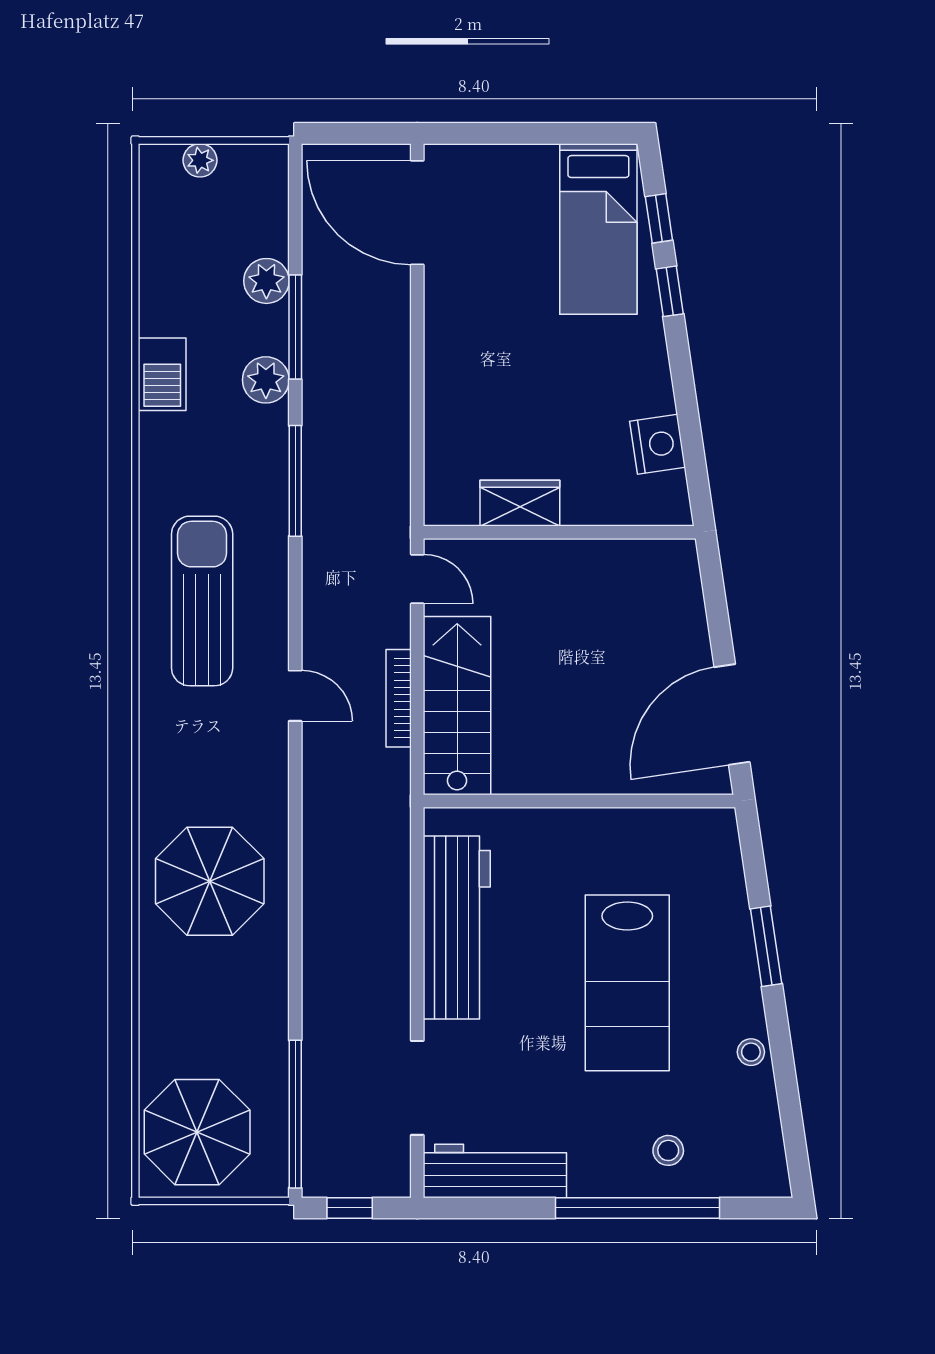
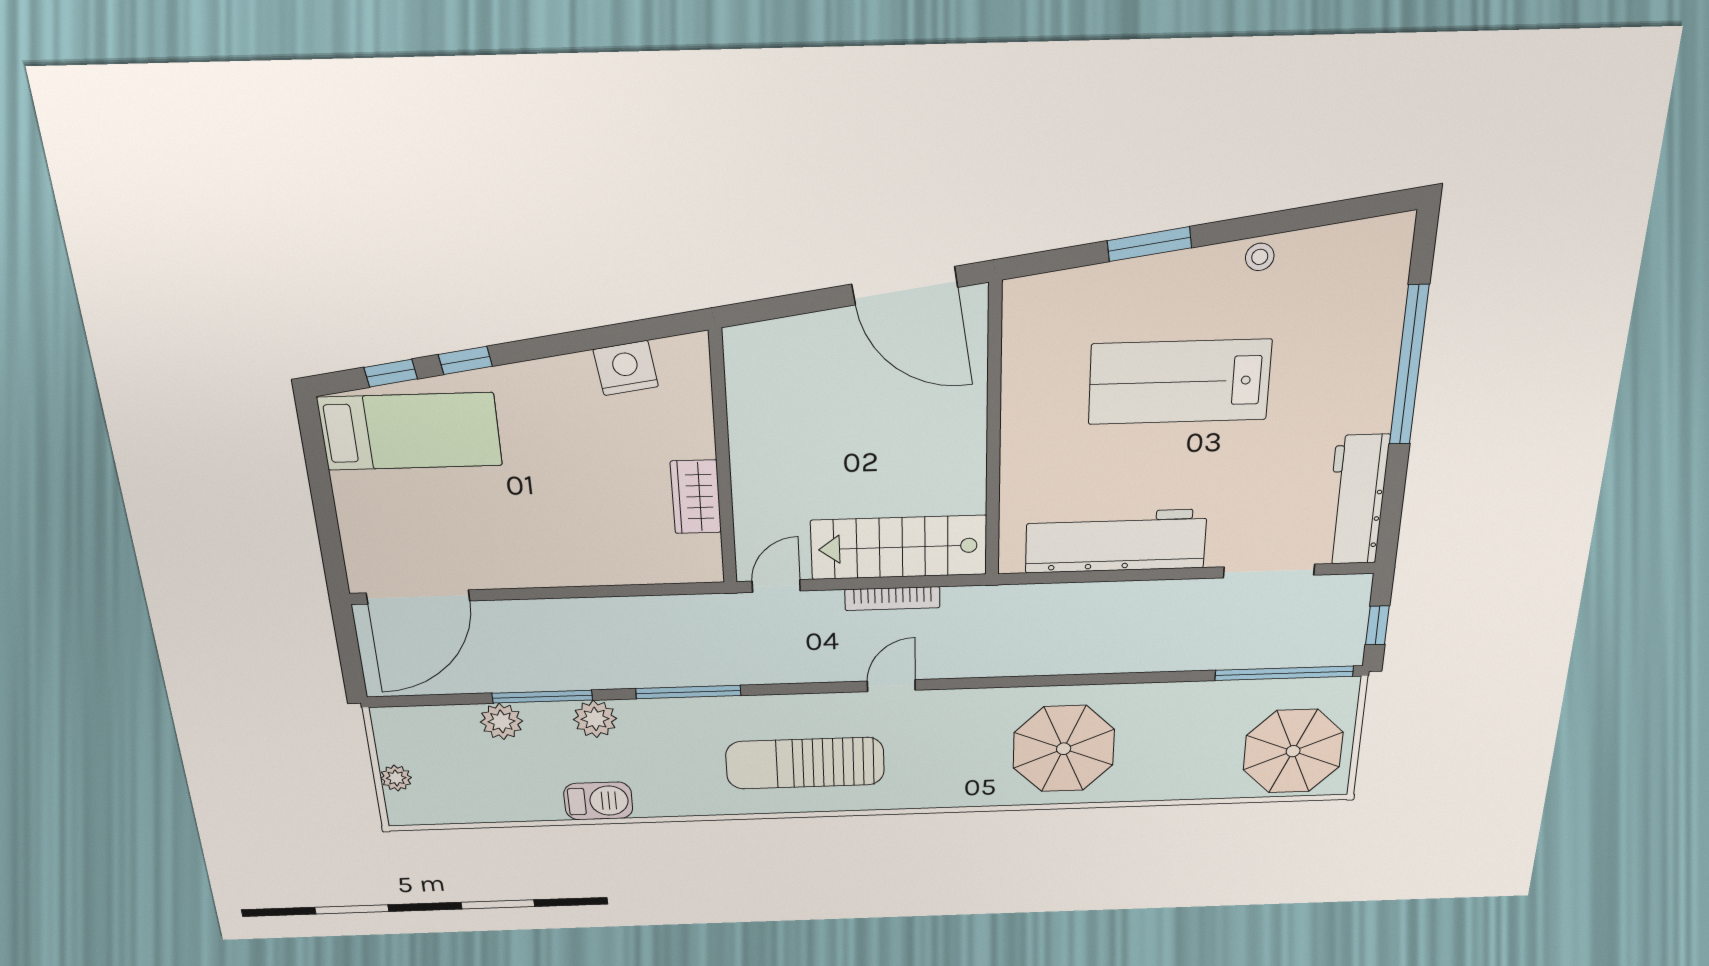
lab bench: (627, 983) -> (1180, 382), turned 180
stool: (668, 1150) -> (1354, 337), removed

